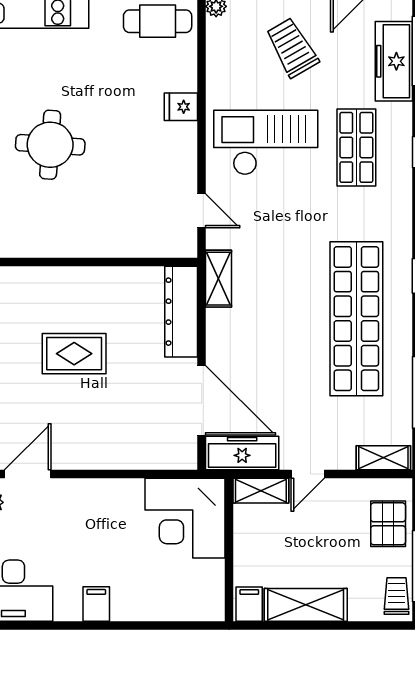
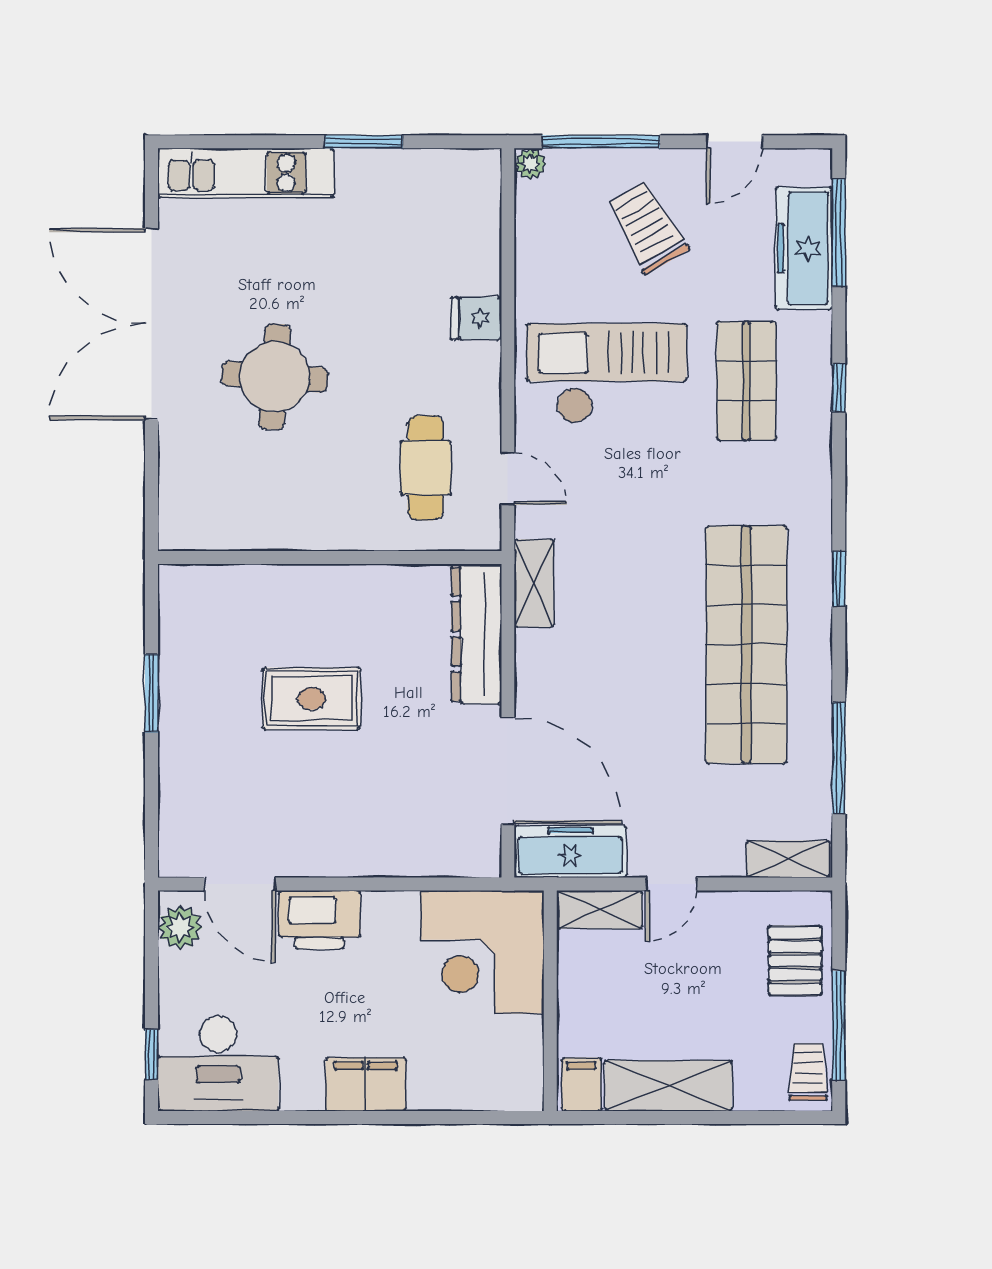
cafe table: (158, 21) -> (425, 468), moved, turned 90
door: (28, 474) -> (240, 884), swing flipped
printer: (79, 497) -> (320, 920), added
filing cabinet: (96, 604) -> (366, 1084), width x2.00

